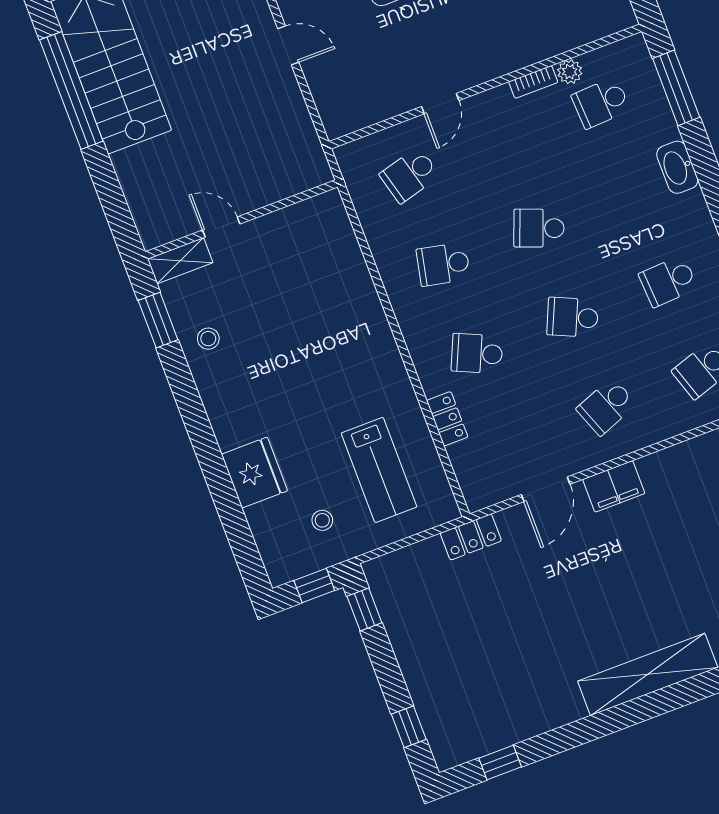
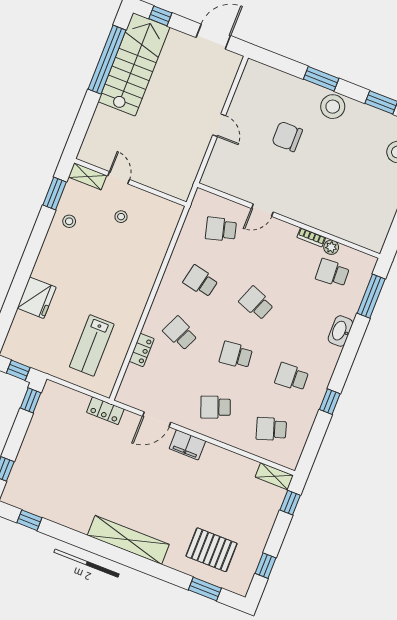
school desk: (573, 317) -> (236, 355), turned -30
stool: (322, 520) -> (121, 217), moved

